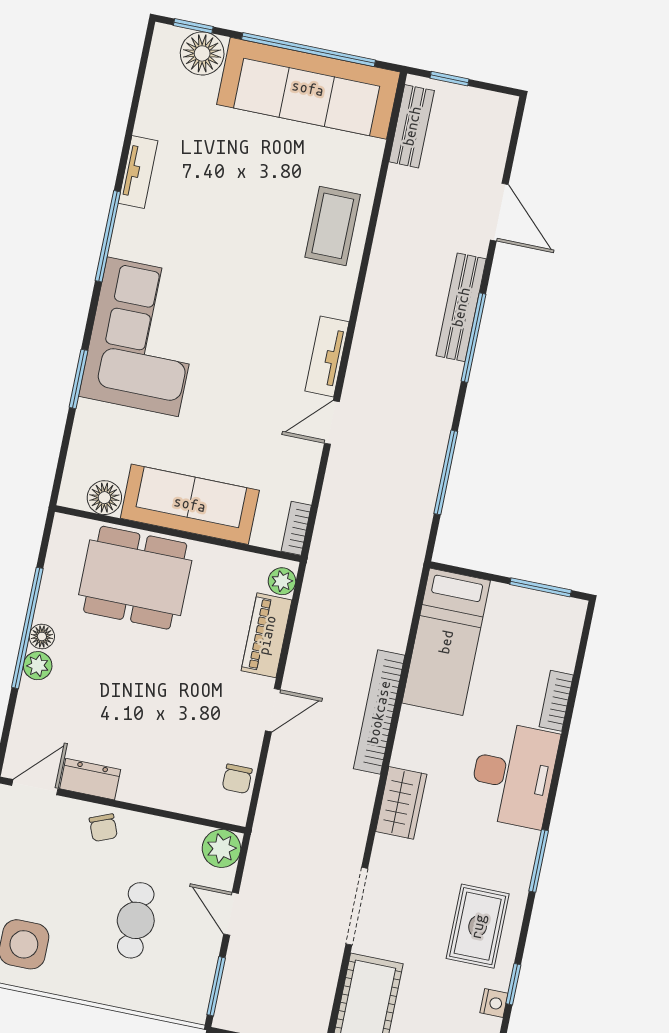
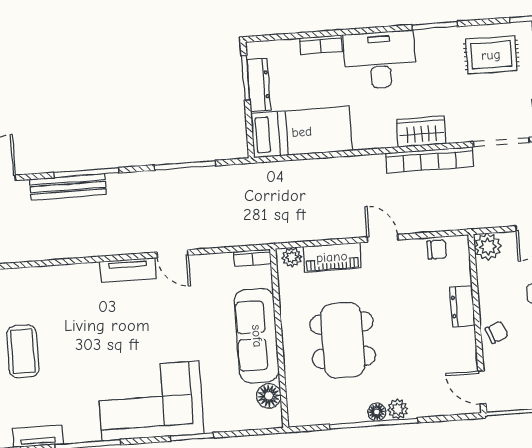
coffee table: (333, 226) -> (23, 351), moved, turned 90
dining table: (135, 578) -> (343, 340), moved
dresser: (526, 602) -> (259, 85), added
bookcase: (379, 712) -> (430, 160), moved
dresser: (90, 779) -> (462, 306), moved

